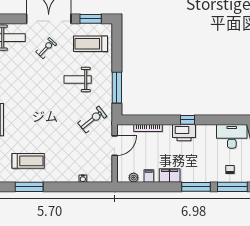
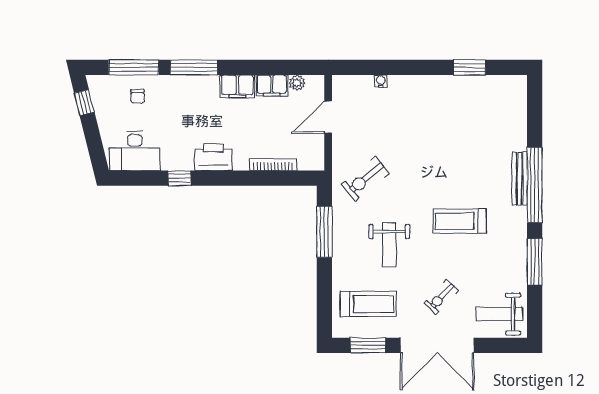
weight bench: (78, 80) -> (389, 245), turned 90
window: (187, 120) -> (179, 178), moved
door: (115, 146) -> (328, 117), moved
treadmill: (28, 161) -> (460, 221), moved
filing cabinet: (149, 176) -> (272, 86), width x2.00
window: (29, 187) -> (469, 67), width x0.69

